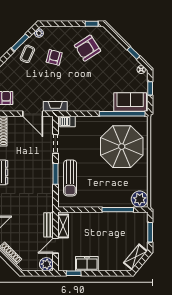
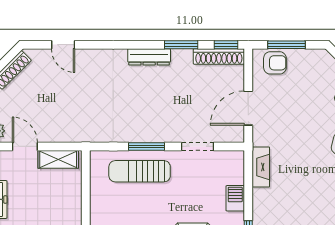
fireplace: (55, 106) -> (261, 167), moved
barbecue: (67, 121) -> (235, 198), moved
bench: (48, 225) -> (60, 135), removed

